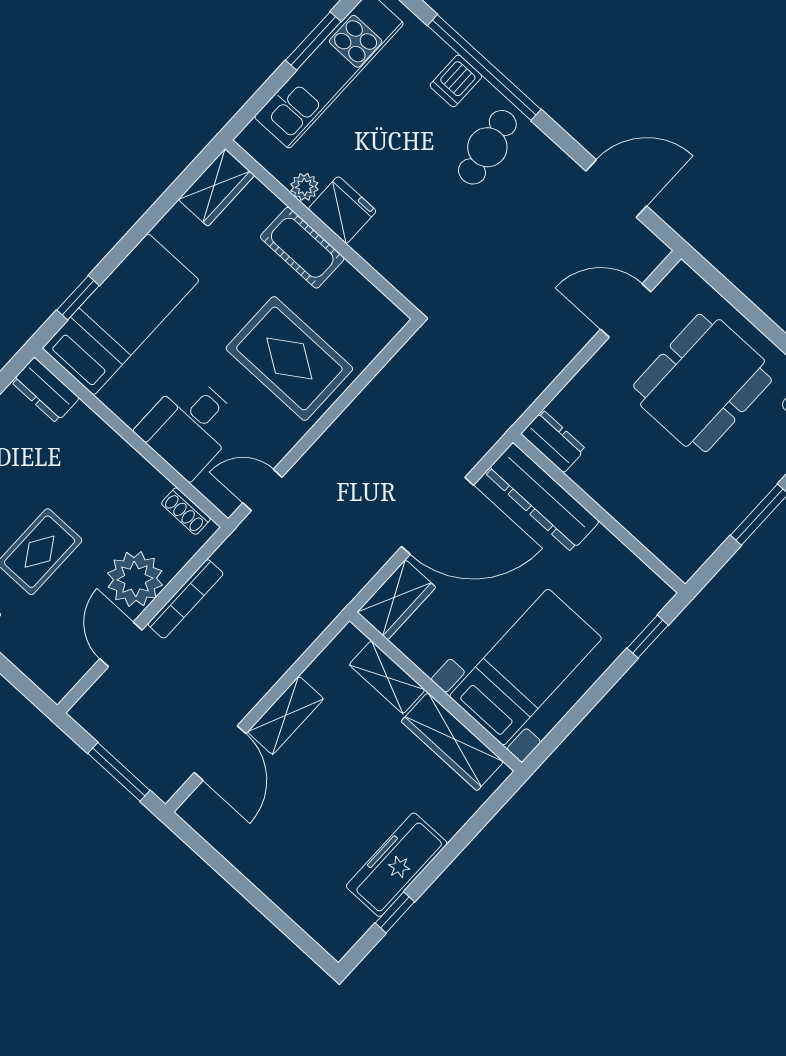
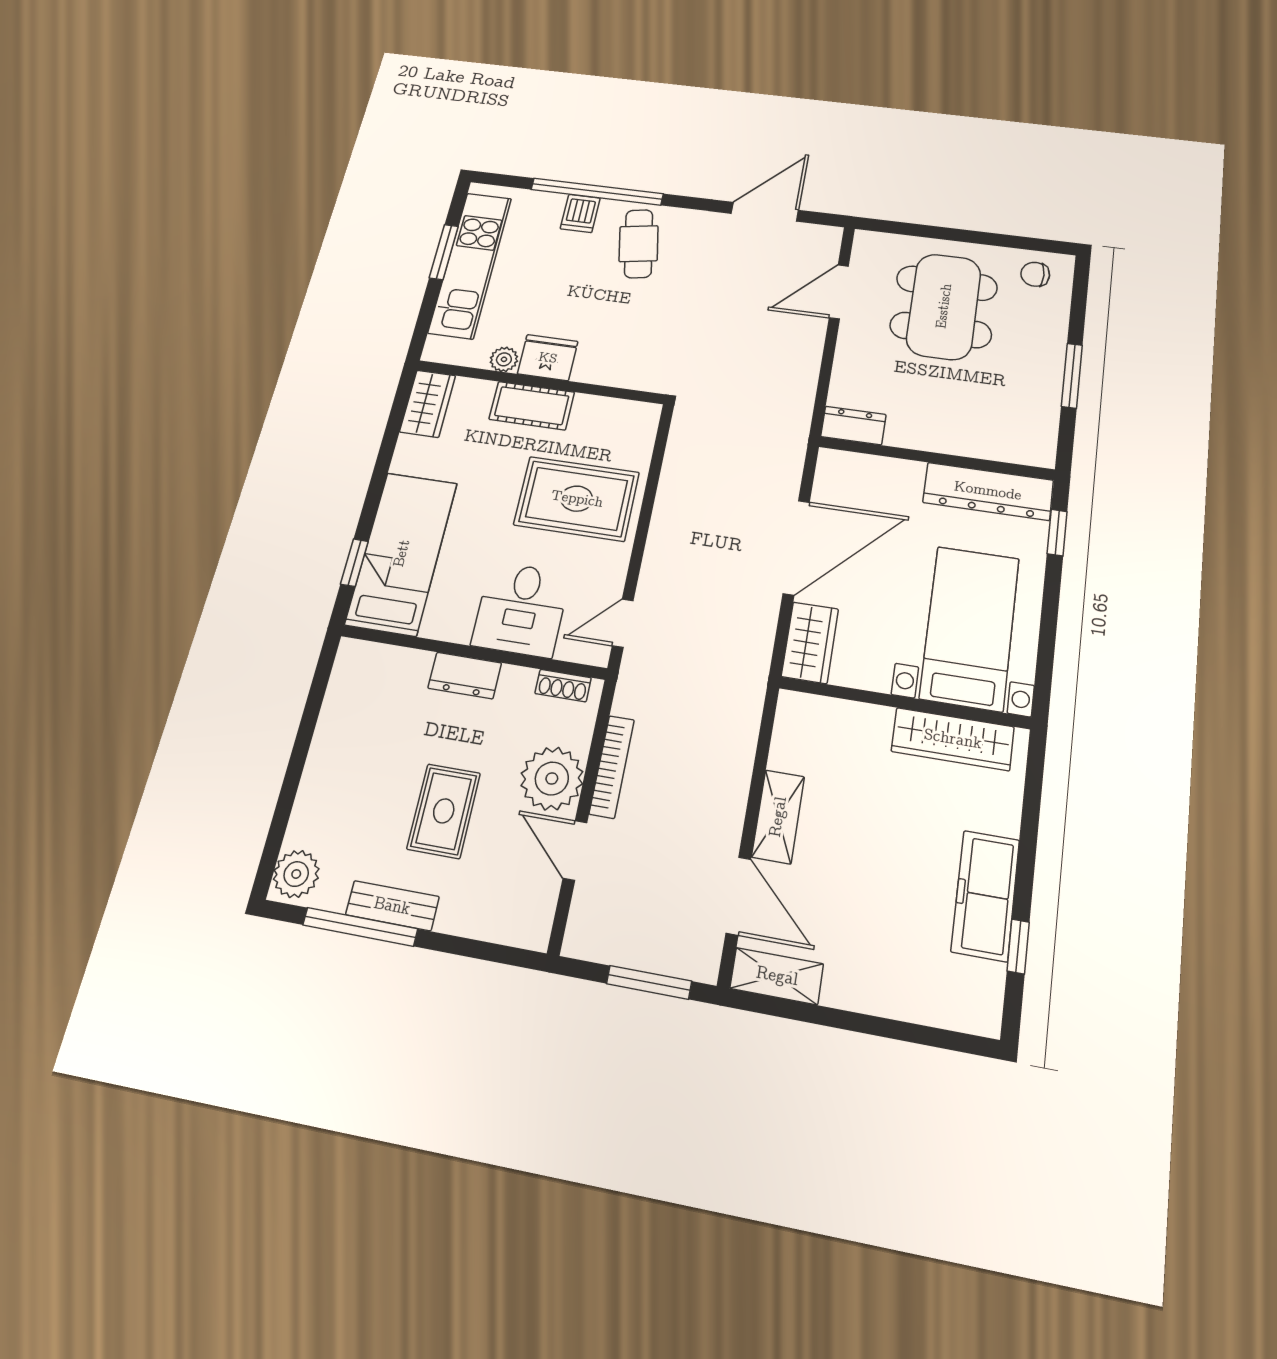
dresser: (45, 390) -> (465, 676), moved
dresser: (542, 497) -> (988, 491), moved
shelving: (387, 677) -> (777, 976), moved

